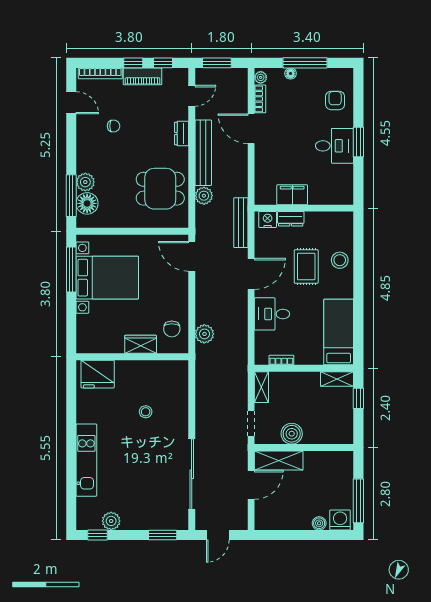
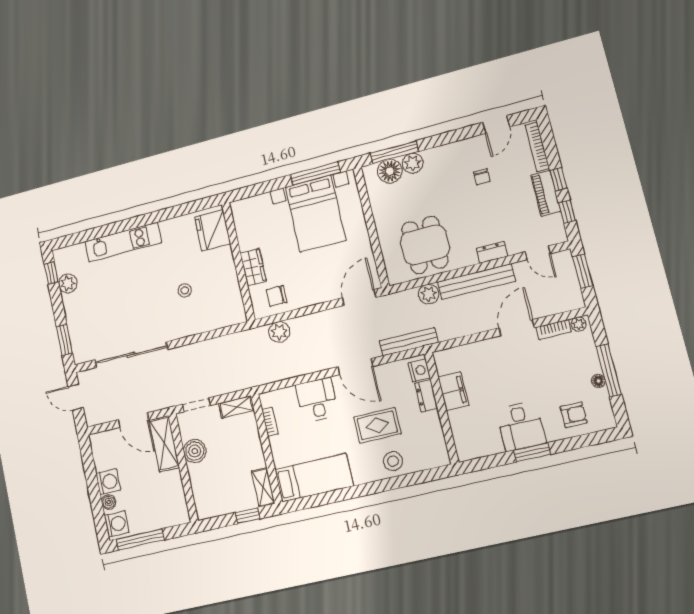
floor lamp: (291, 73) -> (598, 381), moved
washing machine: (301, 520) -> (108, 482), added

